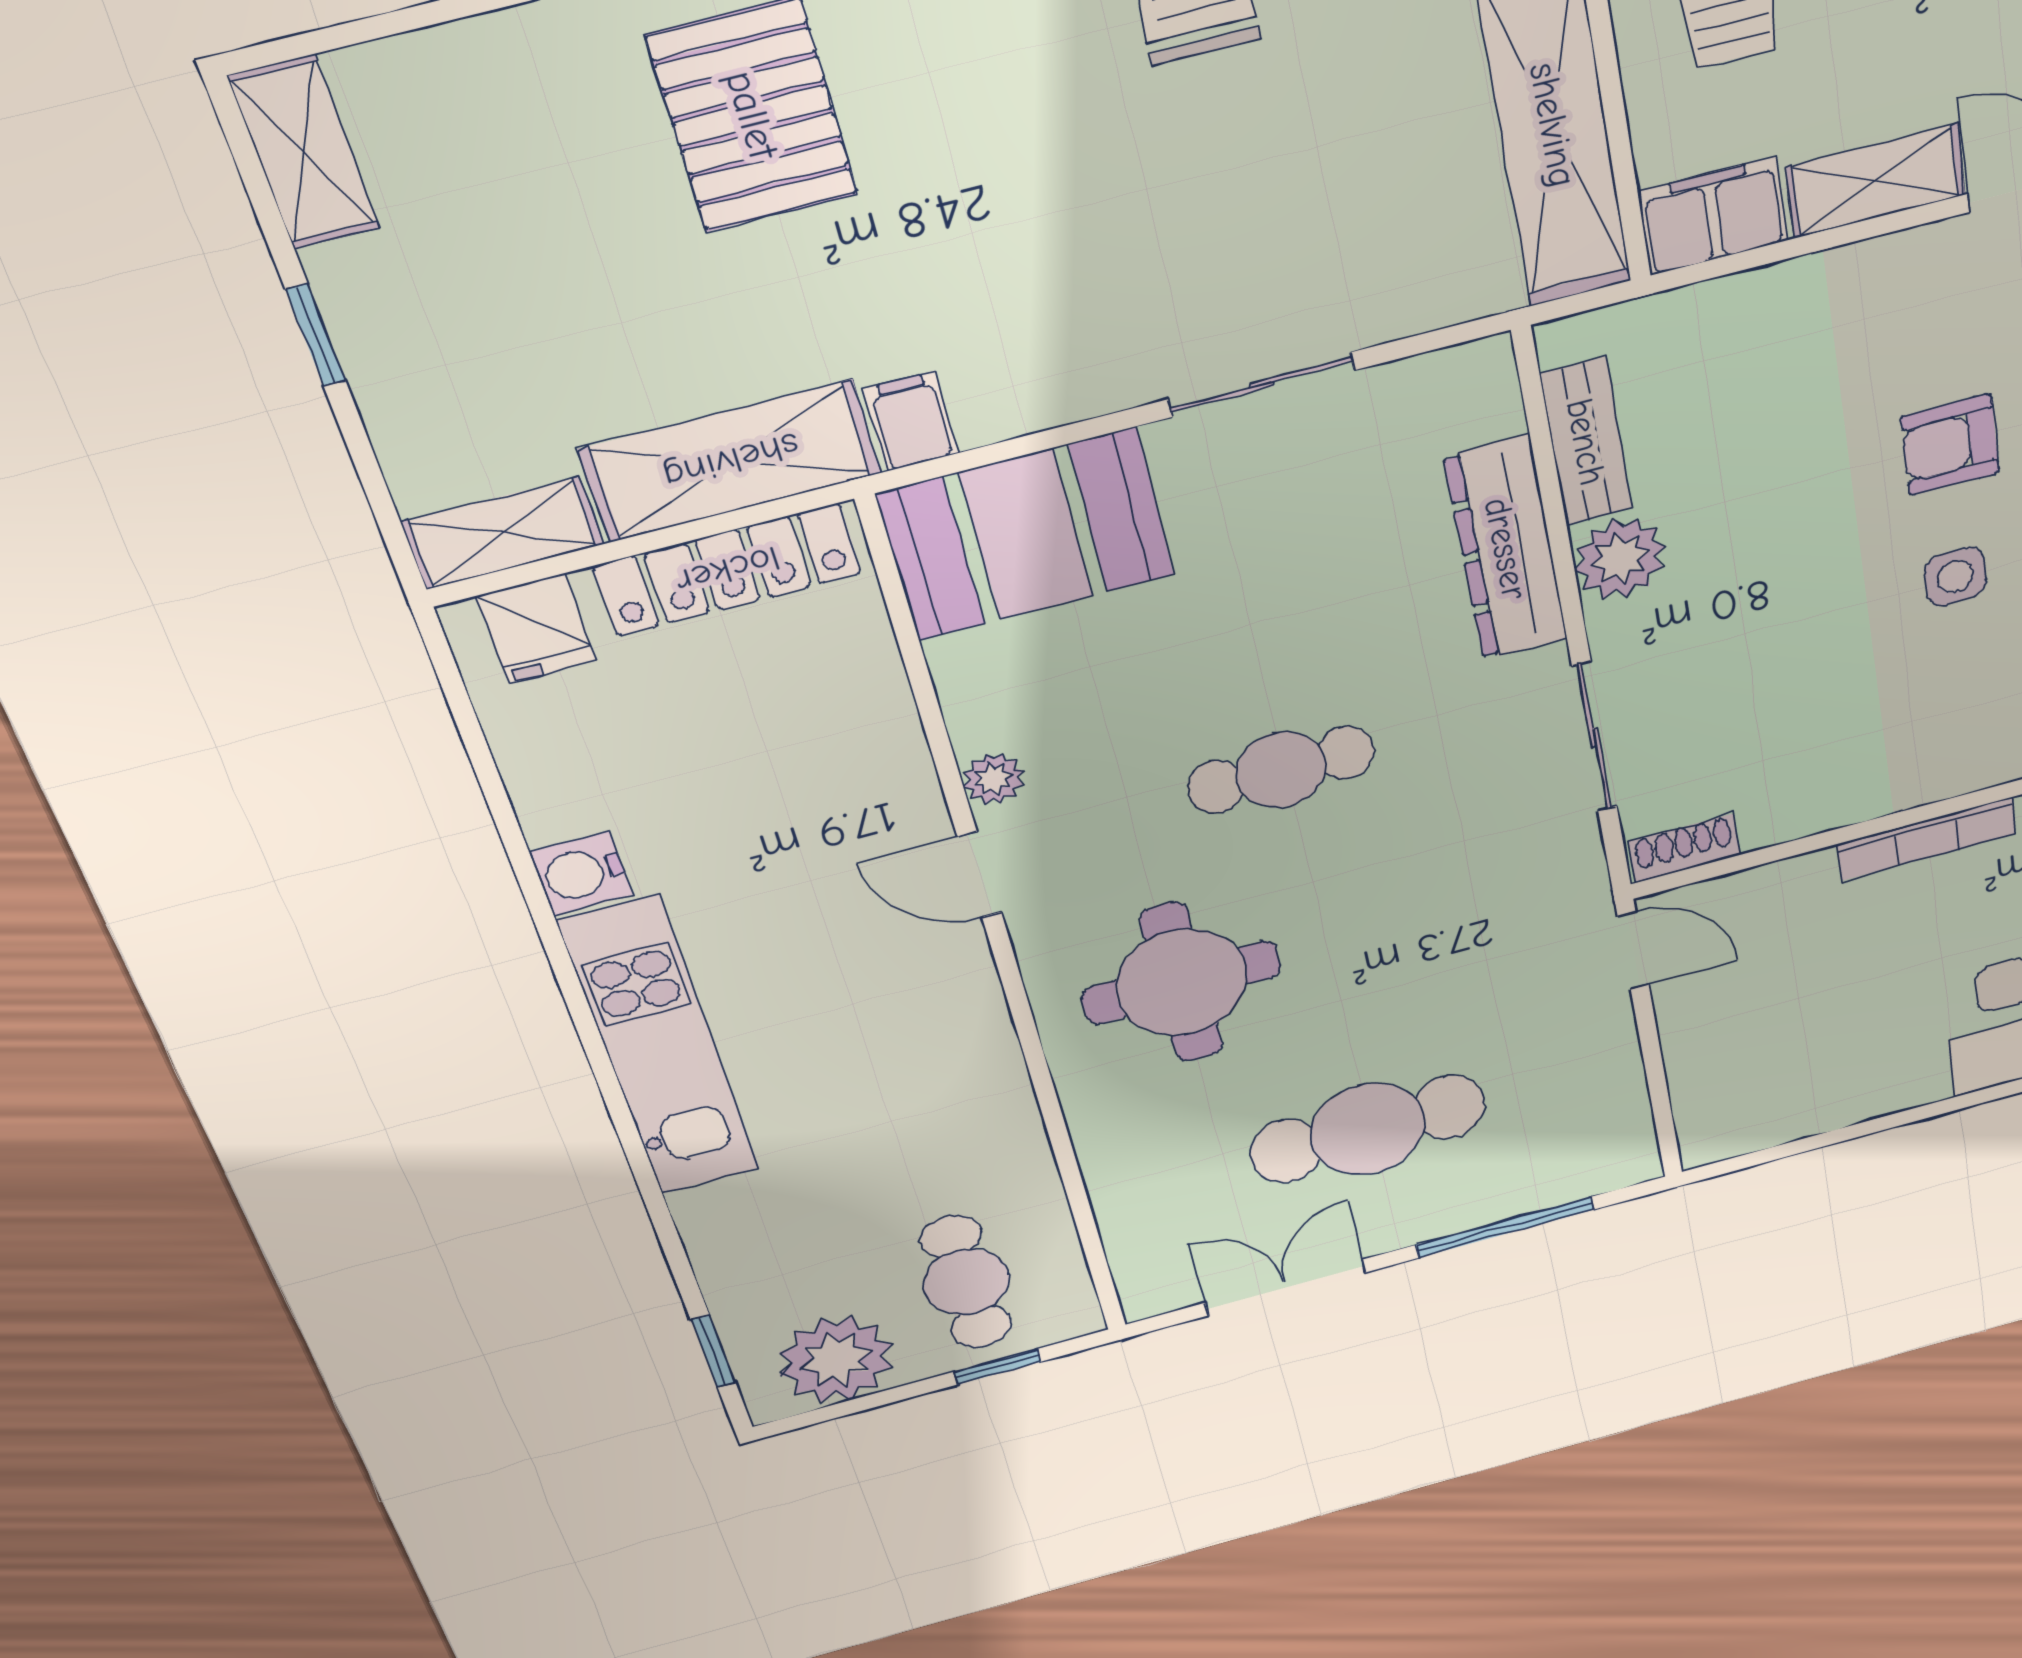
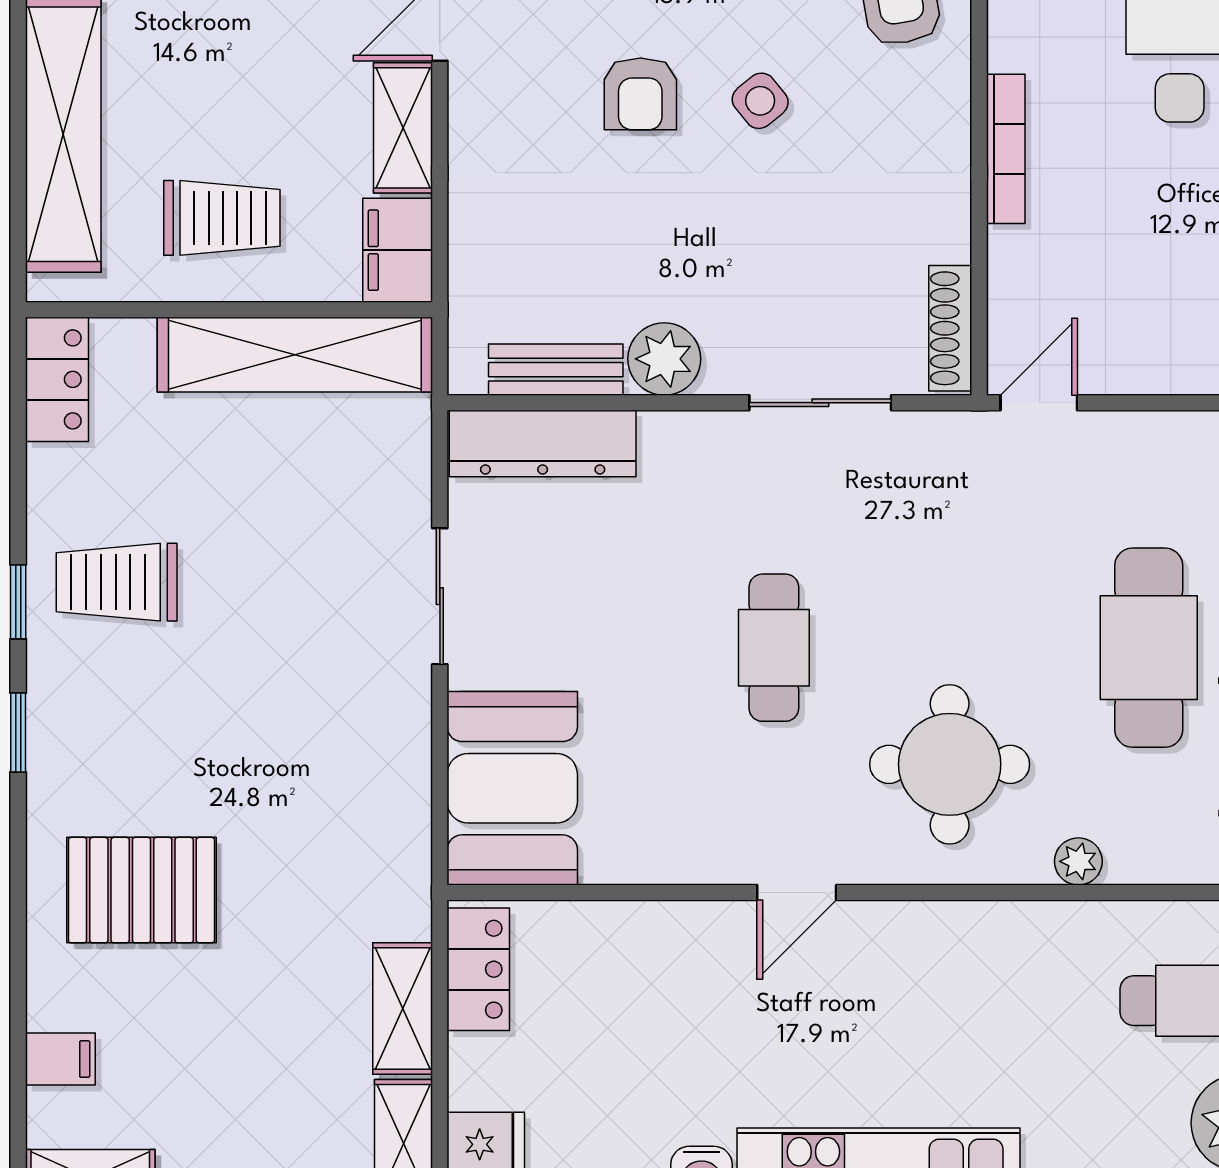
filing cabinet: (911, 421) -> (60, 1059), moved, turned 180
shelving: (731, 461) -> (403, 1009), width x0.67, depth x0.75
dresser: (1506, 549) -> (543, 443), moved
locker: (728, 570) -> (478, 969), width x0.66
side table: (1955, 577) -> (760, 101), turned -37
plant: (993, 779) -> (1078, 861), moved
shoe rack: (1684, 848) -> (950, 328), width x1.43

